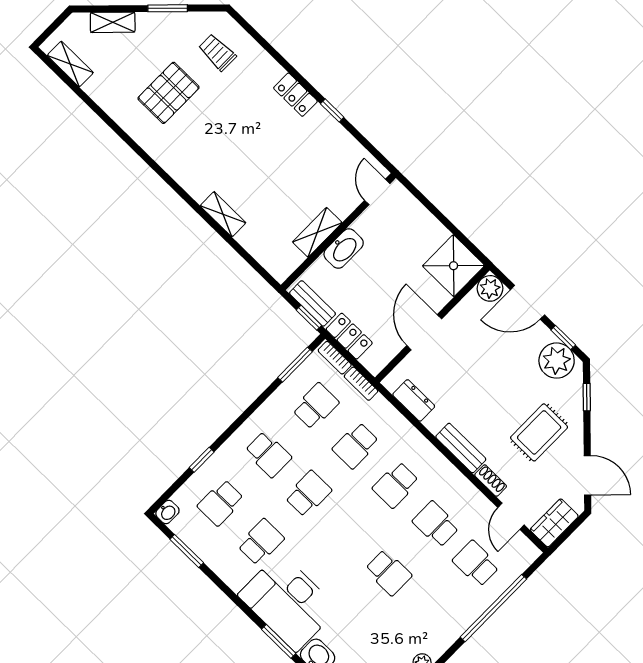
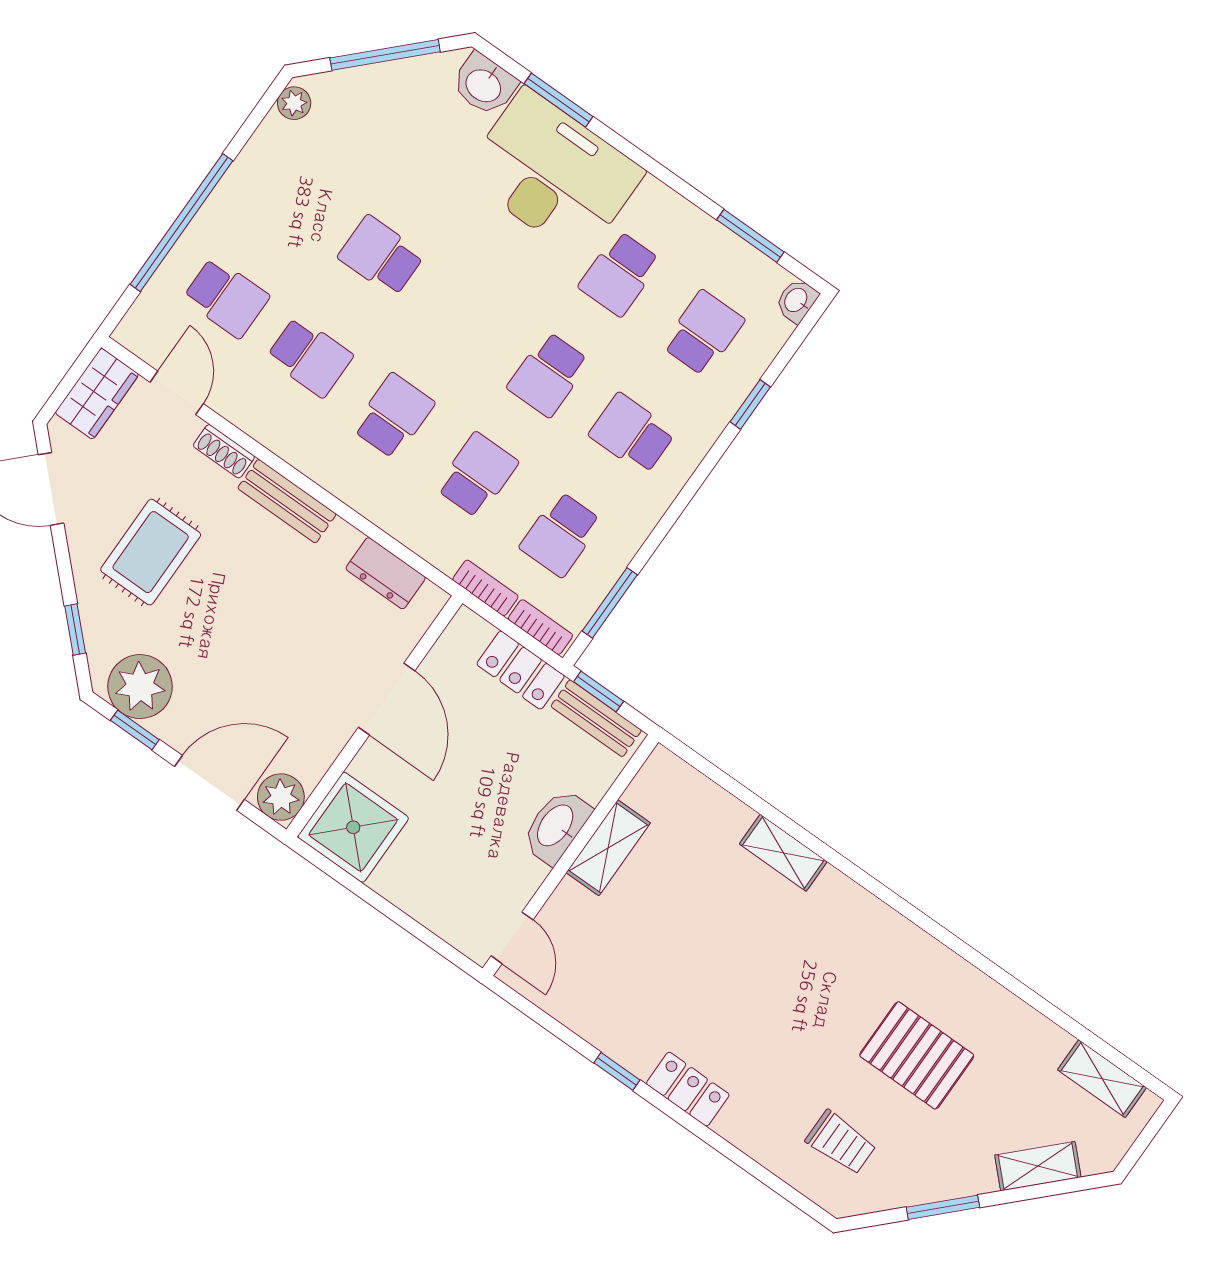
pallet: (169, 93) -> (917, 1055), turned 90

